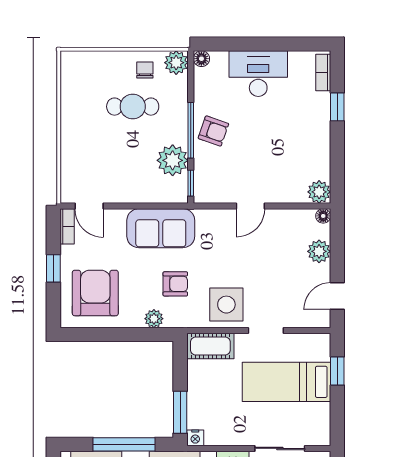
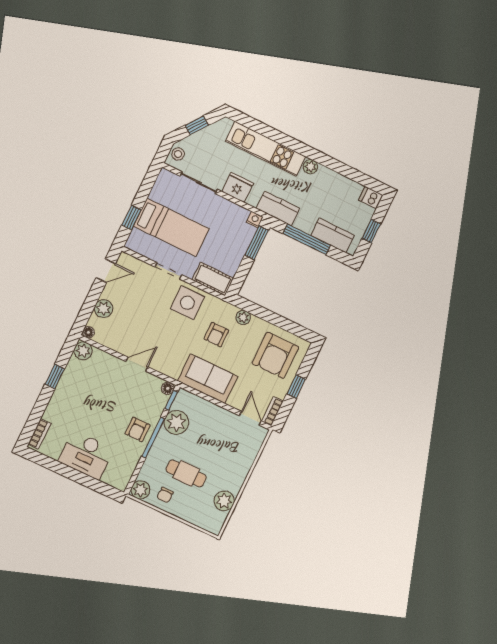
floor lamp: (201, 59) -> (168, 388), moved
plant: (73, 95) -> (224, 501), added
window: (337, 107) -> (55, 377), moved
armchair: (213, 131) -> (138, 429), turned -109
armchair: (175, 284) -> (216, 335), turned -90

